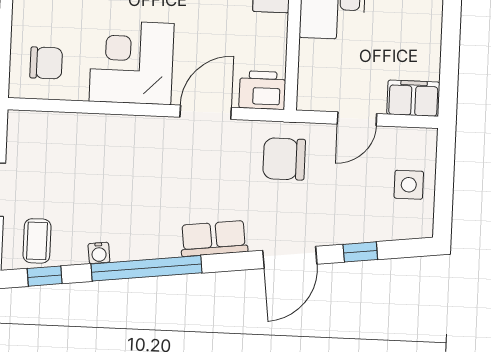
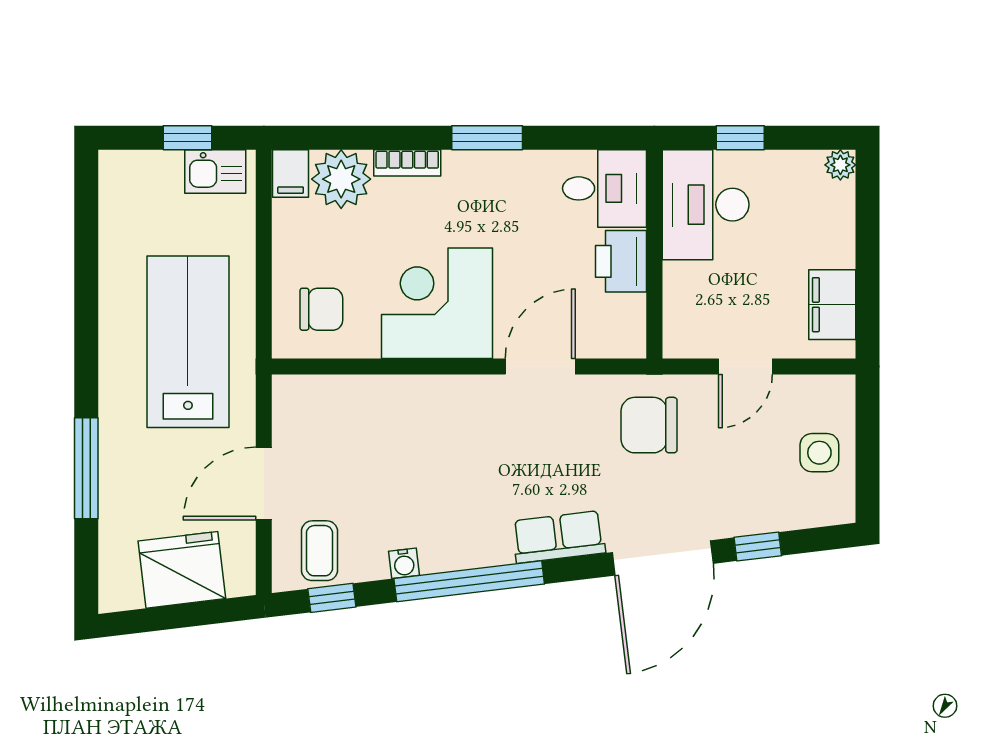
printer: (262, 90) -> (621, 261), moved, turned -90
filing cabinet: (413, 98) -> (832, 305), moved, turned -90
door: (290, 257) -> (663, 558), width x1.36

